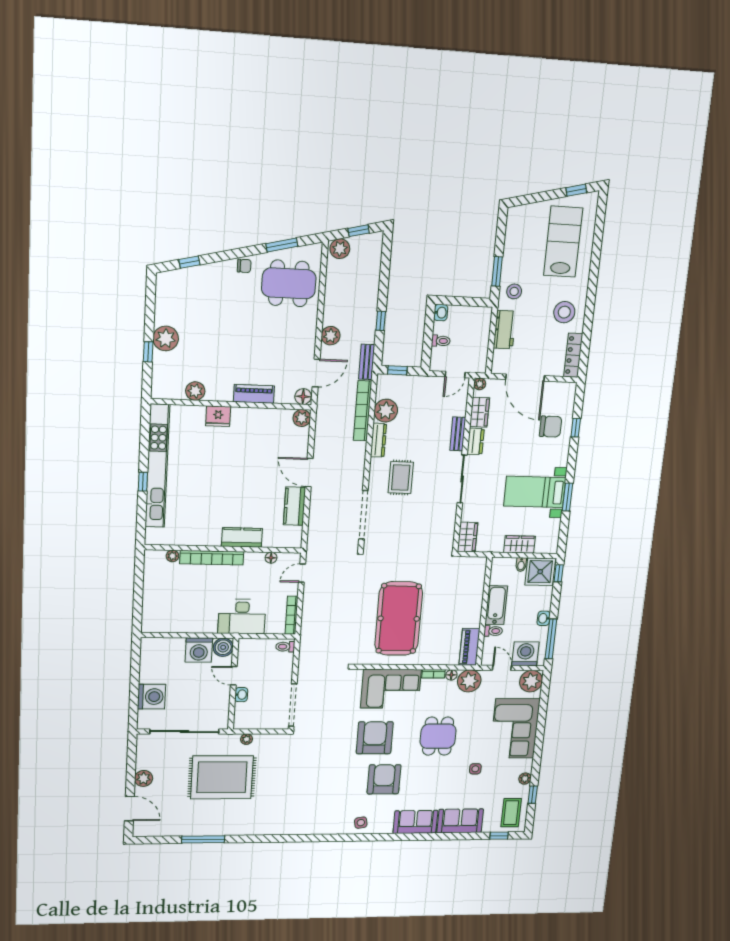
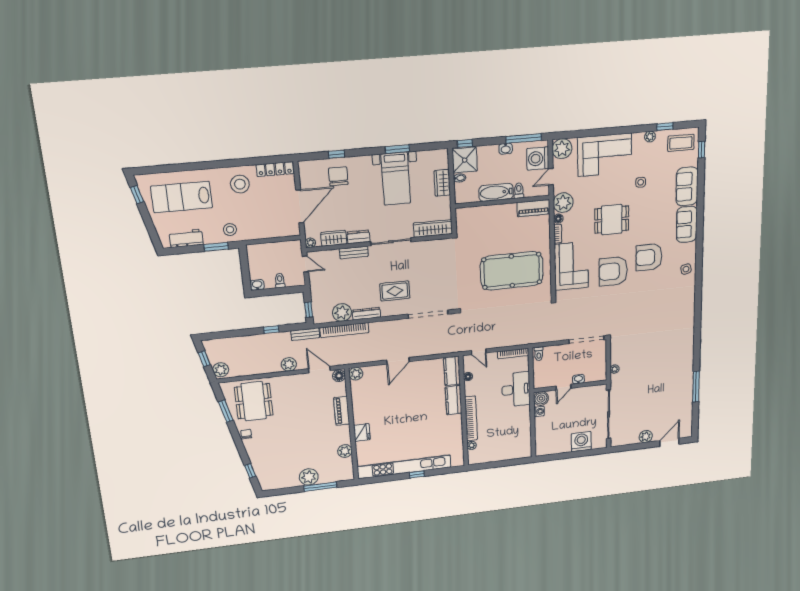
workbench: (505, 330) -> (186, 238), moved
window: (148, 352) -> (320, 487), width x2.17
kitchen counter: (295, 506) -> (452, 371), moved, turned 90
wardrobe: (468, 537) -> (433, 229), width x1.50
washing machine: (199, 650) -> (539, 411), width x0.53, depth x0.53
rug: (222, 777) -> (646, 382), removed

